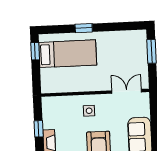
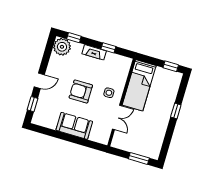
bed: (68, 54) -> (139, 85), moved
double door: (127, 91) -> (117, 117), moved

